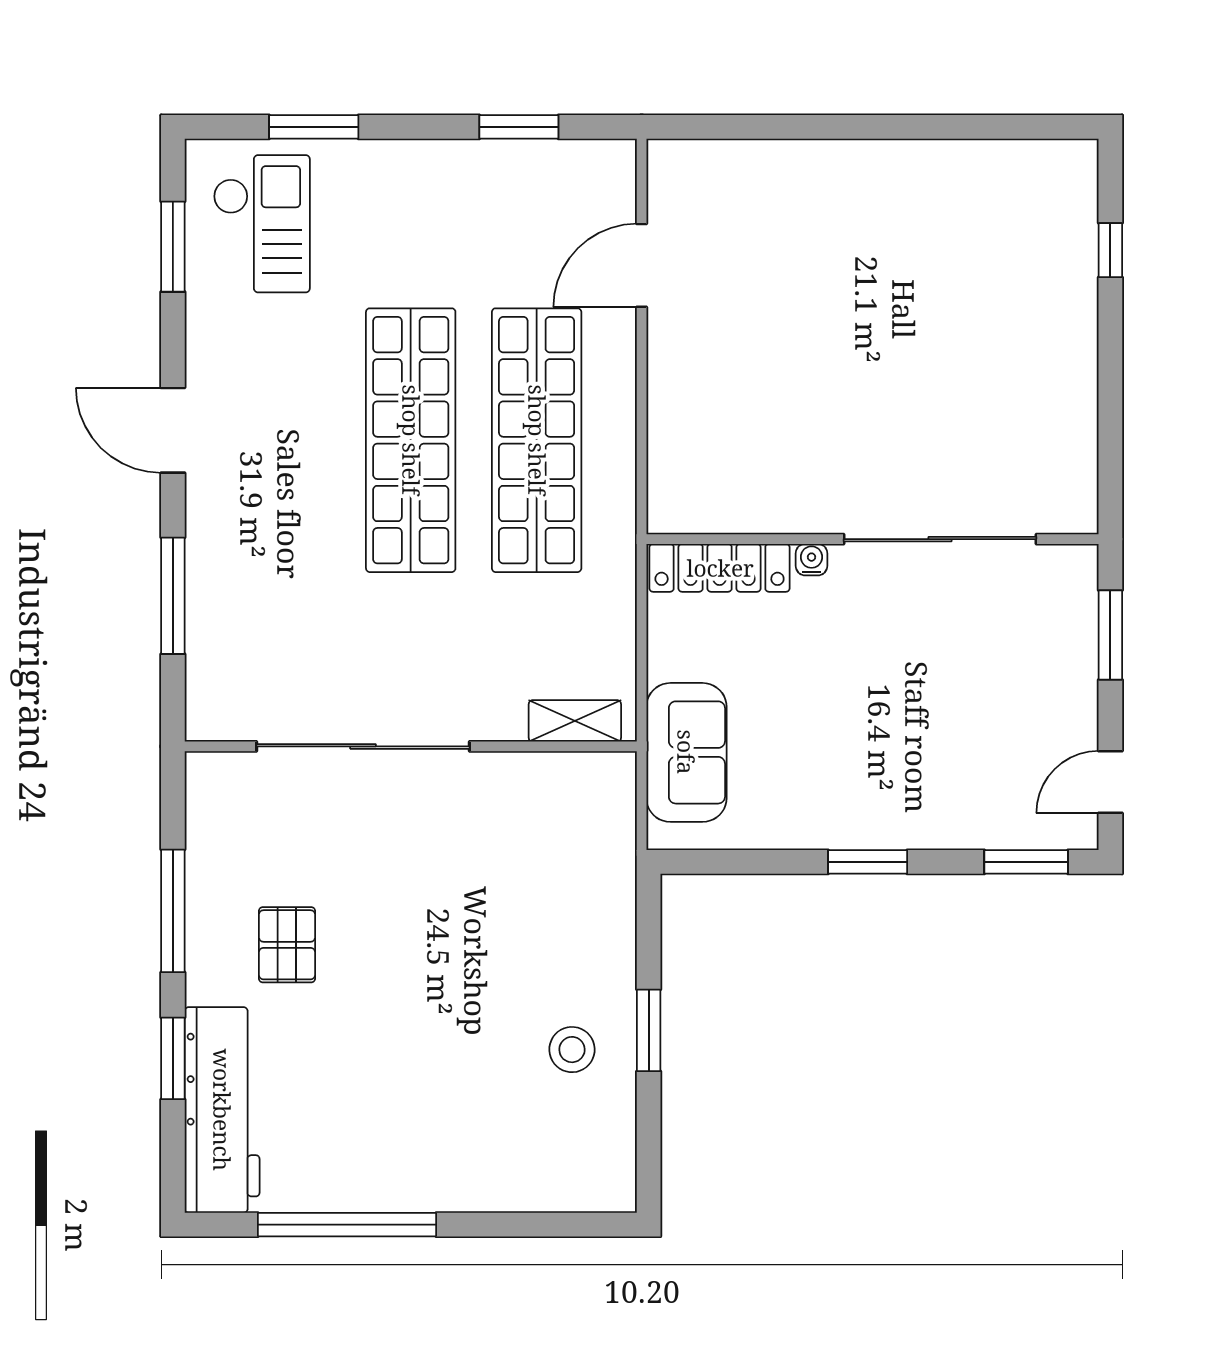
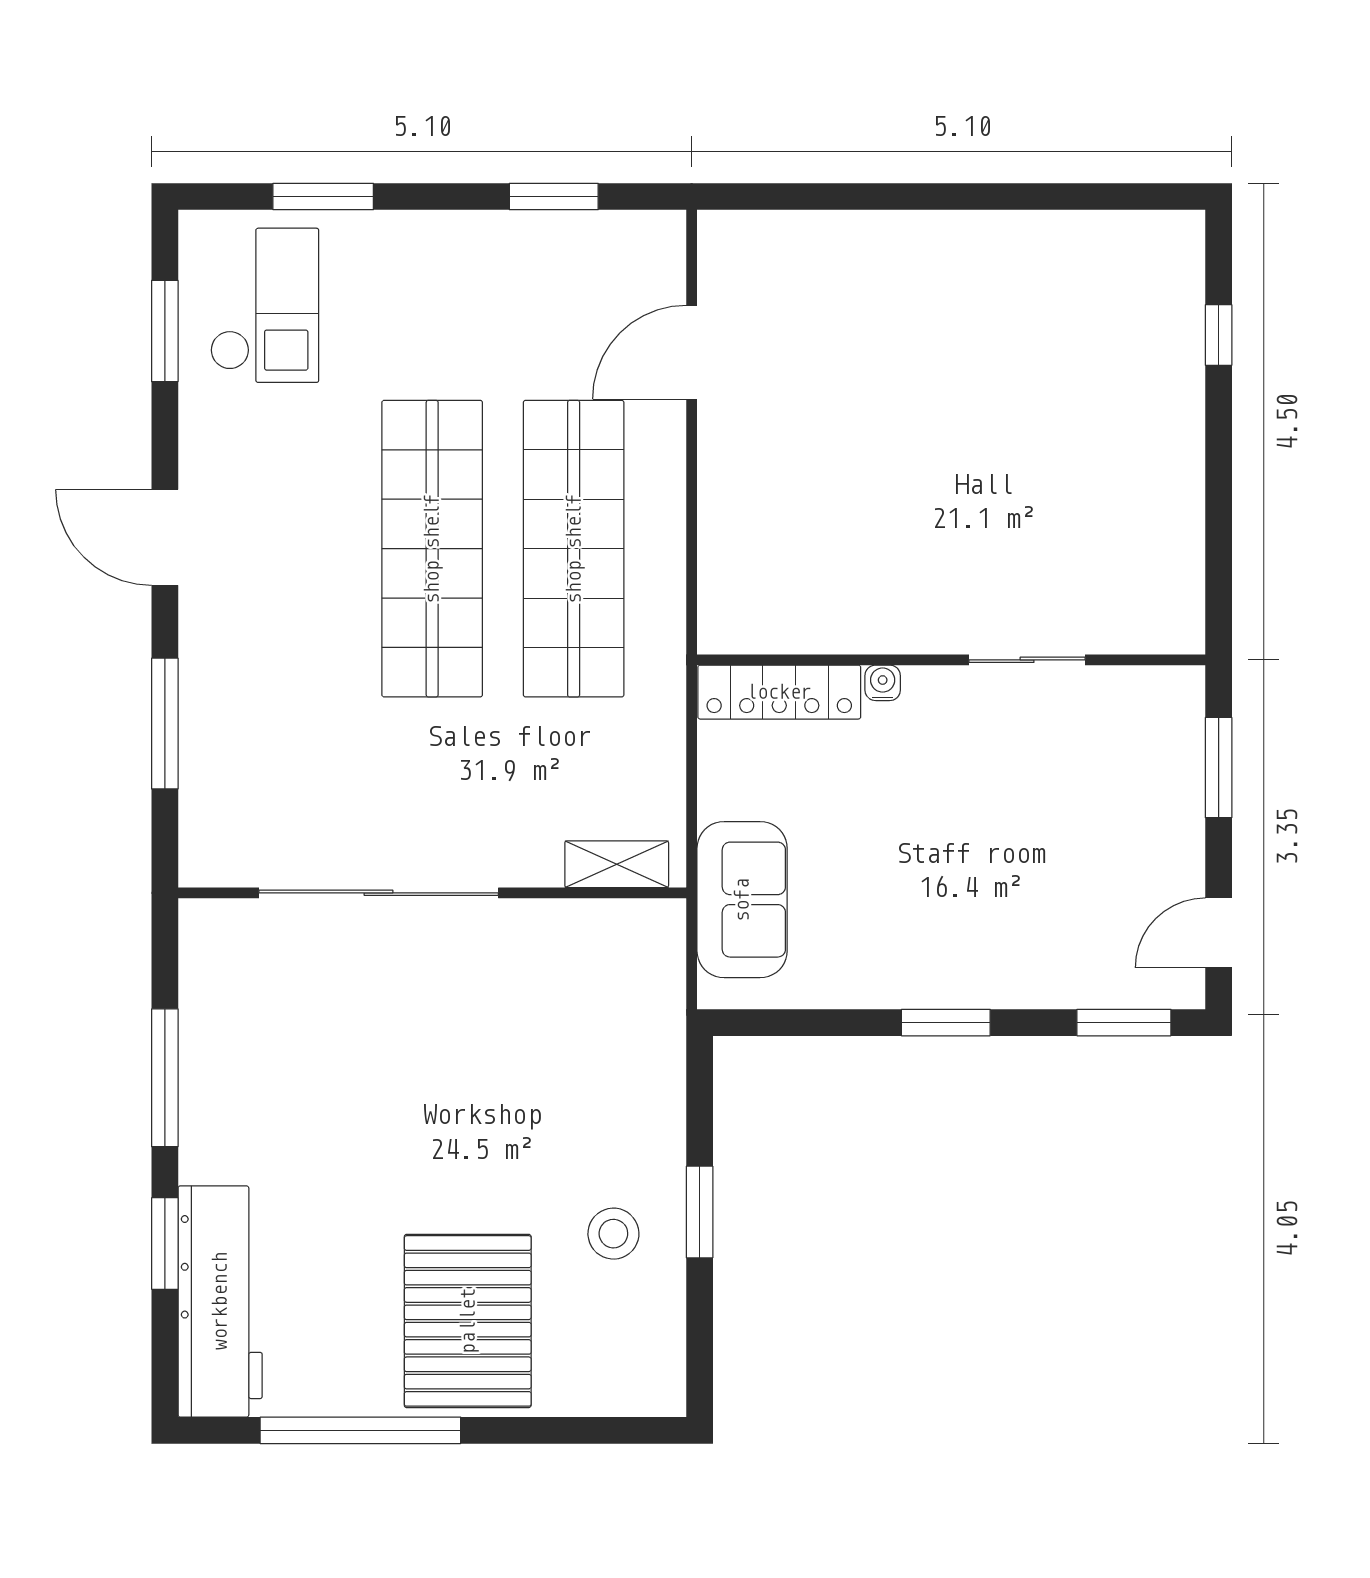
sliding door: (940, 539) -> (1027, 660), width x0.54
pallet: (287, 945) -> (468, 1321), moved, width x2.05, depth x2.00

